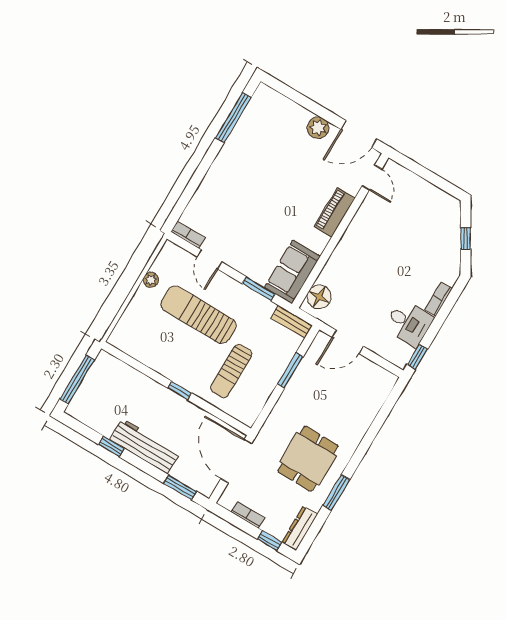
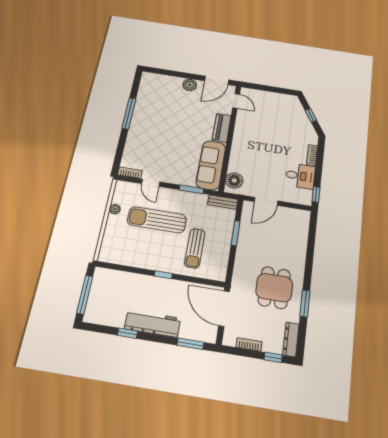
window: (233, 118) -> (129, 113), moved
sofa: (292, 272) -> (211, 165), width x1.36

